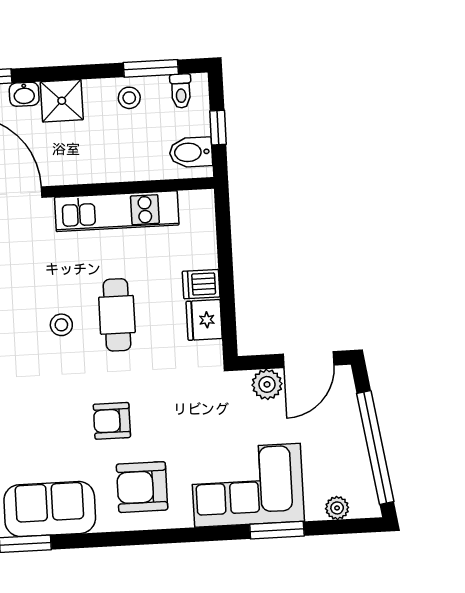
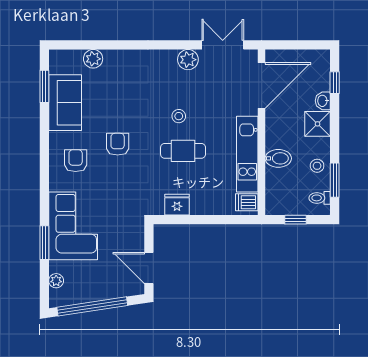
bidet: (191, 152) -> (278, 158), moved, turned 90
dishwasher: (201, 284) -> (247, 202), moved, turned -90
plant: (267, 384) -> (135, 241), removed
armchair: (142, 487) -> (76, 161), width x0.72, depth x0.72

